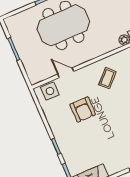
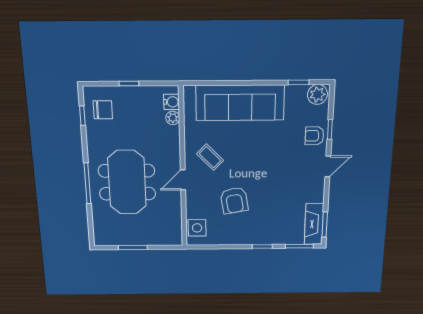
door: (66, 73) -> (183, 180), moved
armchair: (83, 110) -> (234, 200), turned 80

